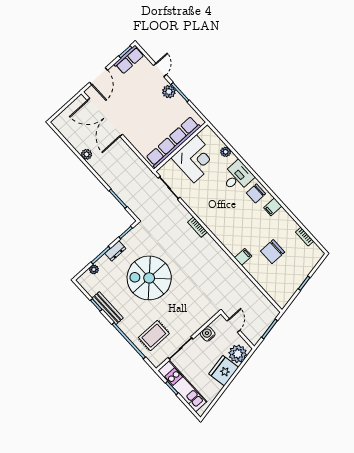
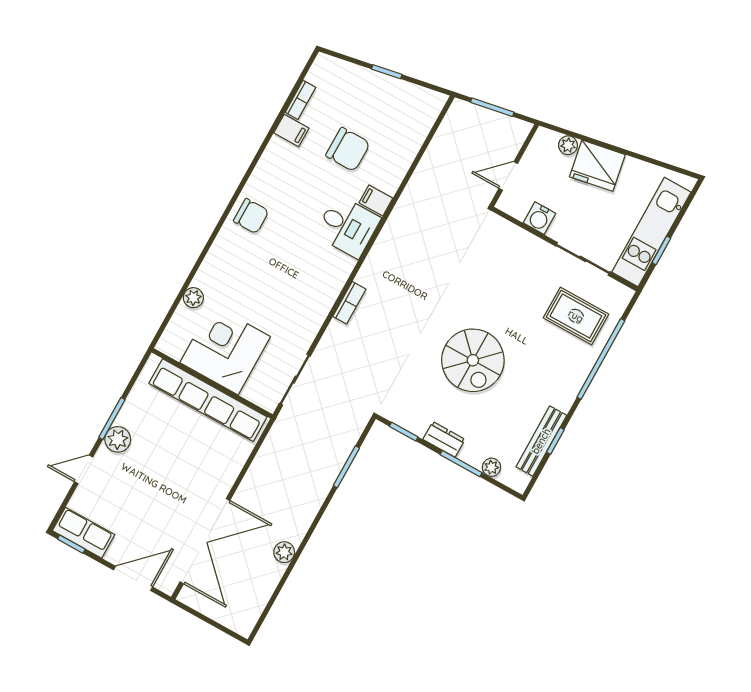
desk: (237, 177) -> (348, 226), moved, turned 180
filing cabinet: (273, 207) -> (291, 130), moved
spiral stairs: (149, 278) -> (473, 360), width x0.73, depth x0.73
bench: (108, 308) -> (541, 441), moved
plant: (238, 354) -> (568, 145), width x0.53, depth x0.53

